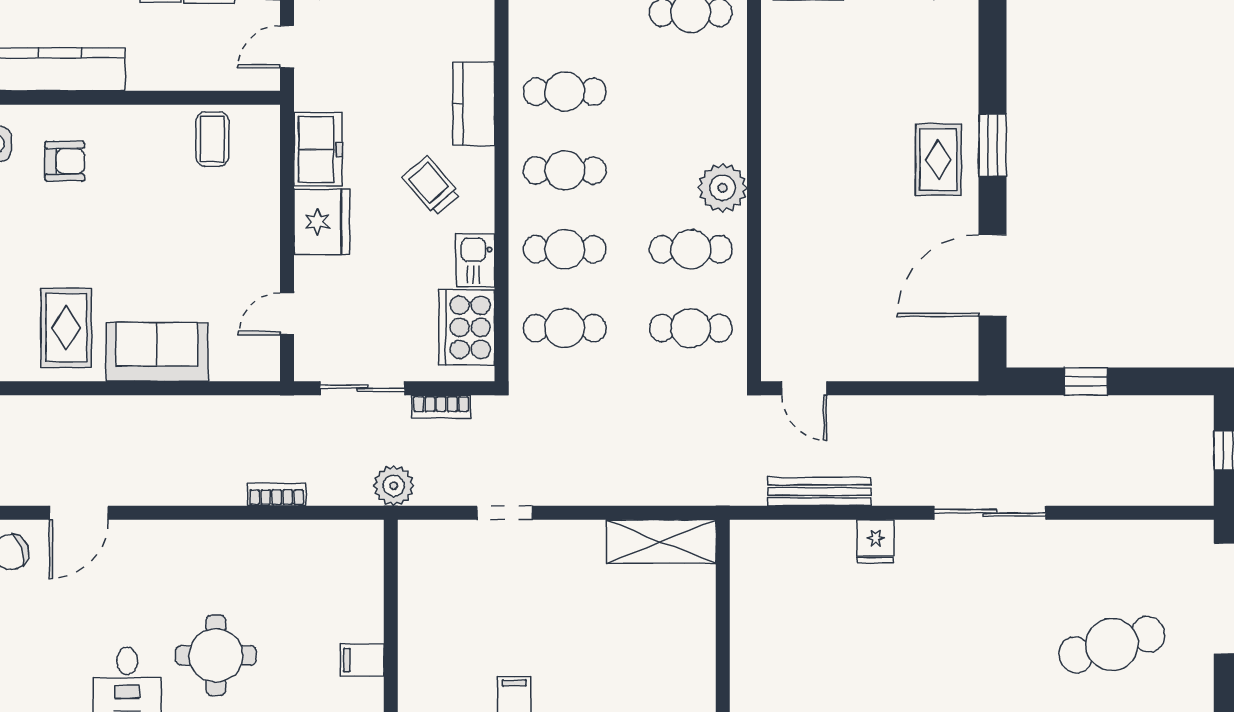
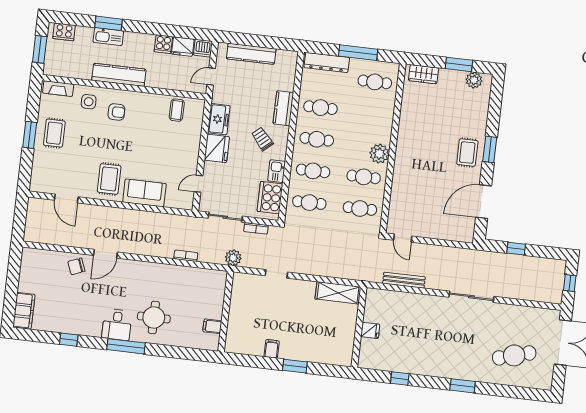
fridge: (876, 541) -> (370, 330), moved, turned -90

